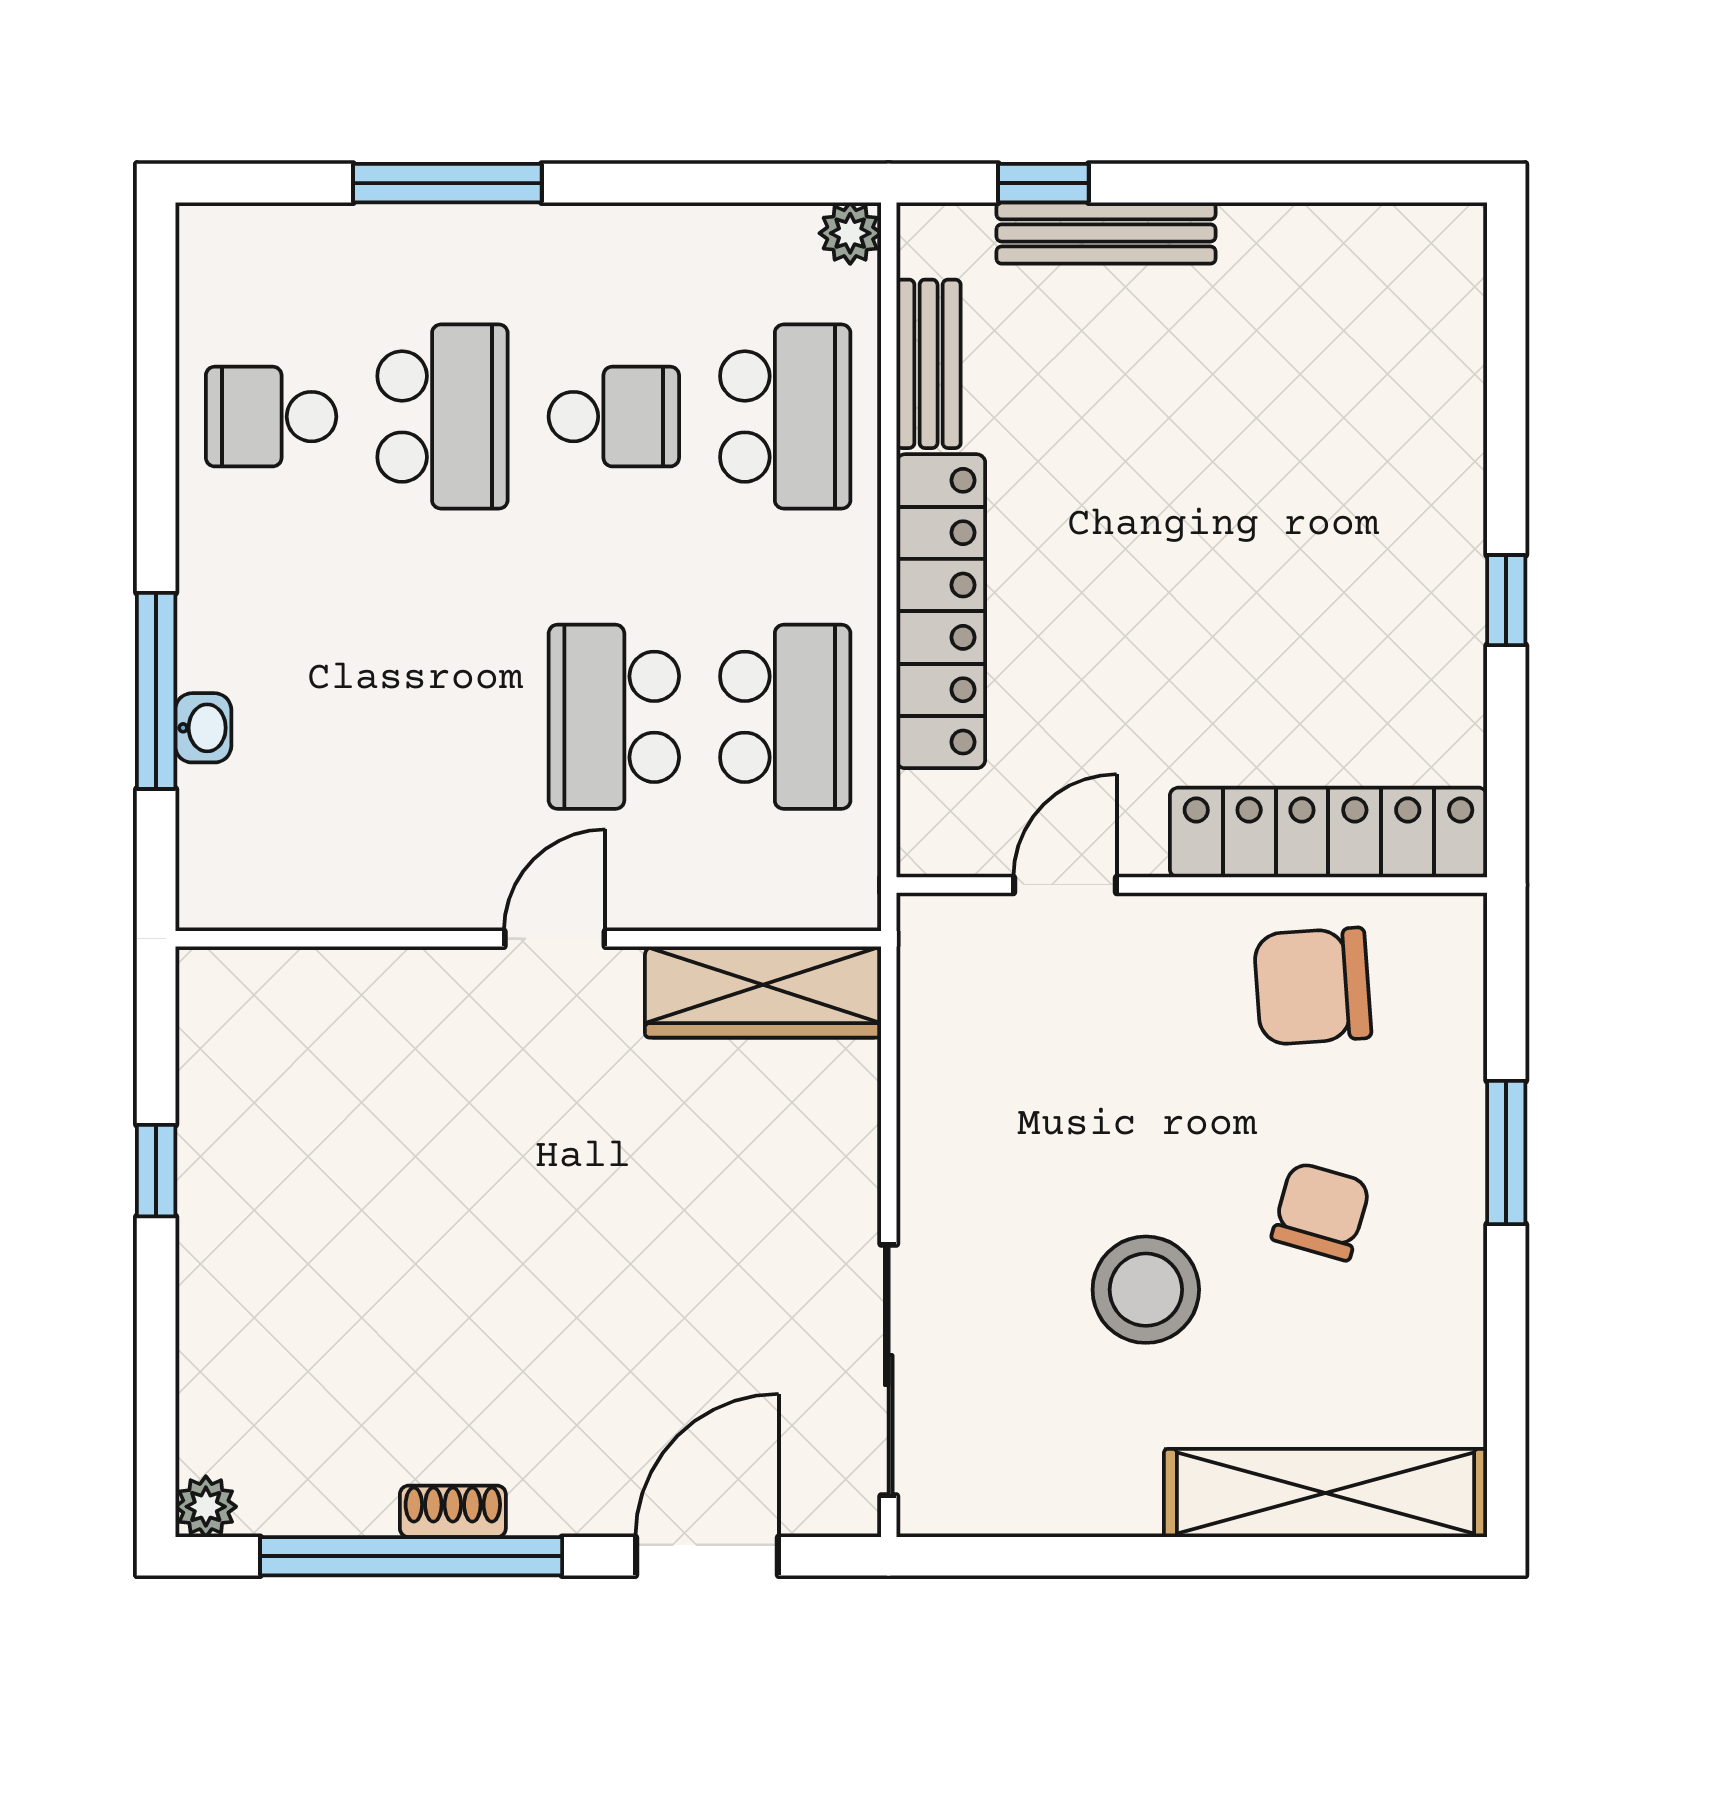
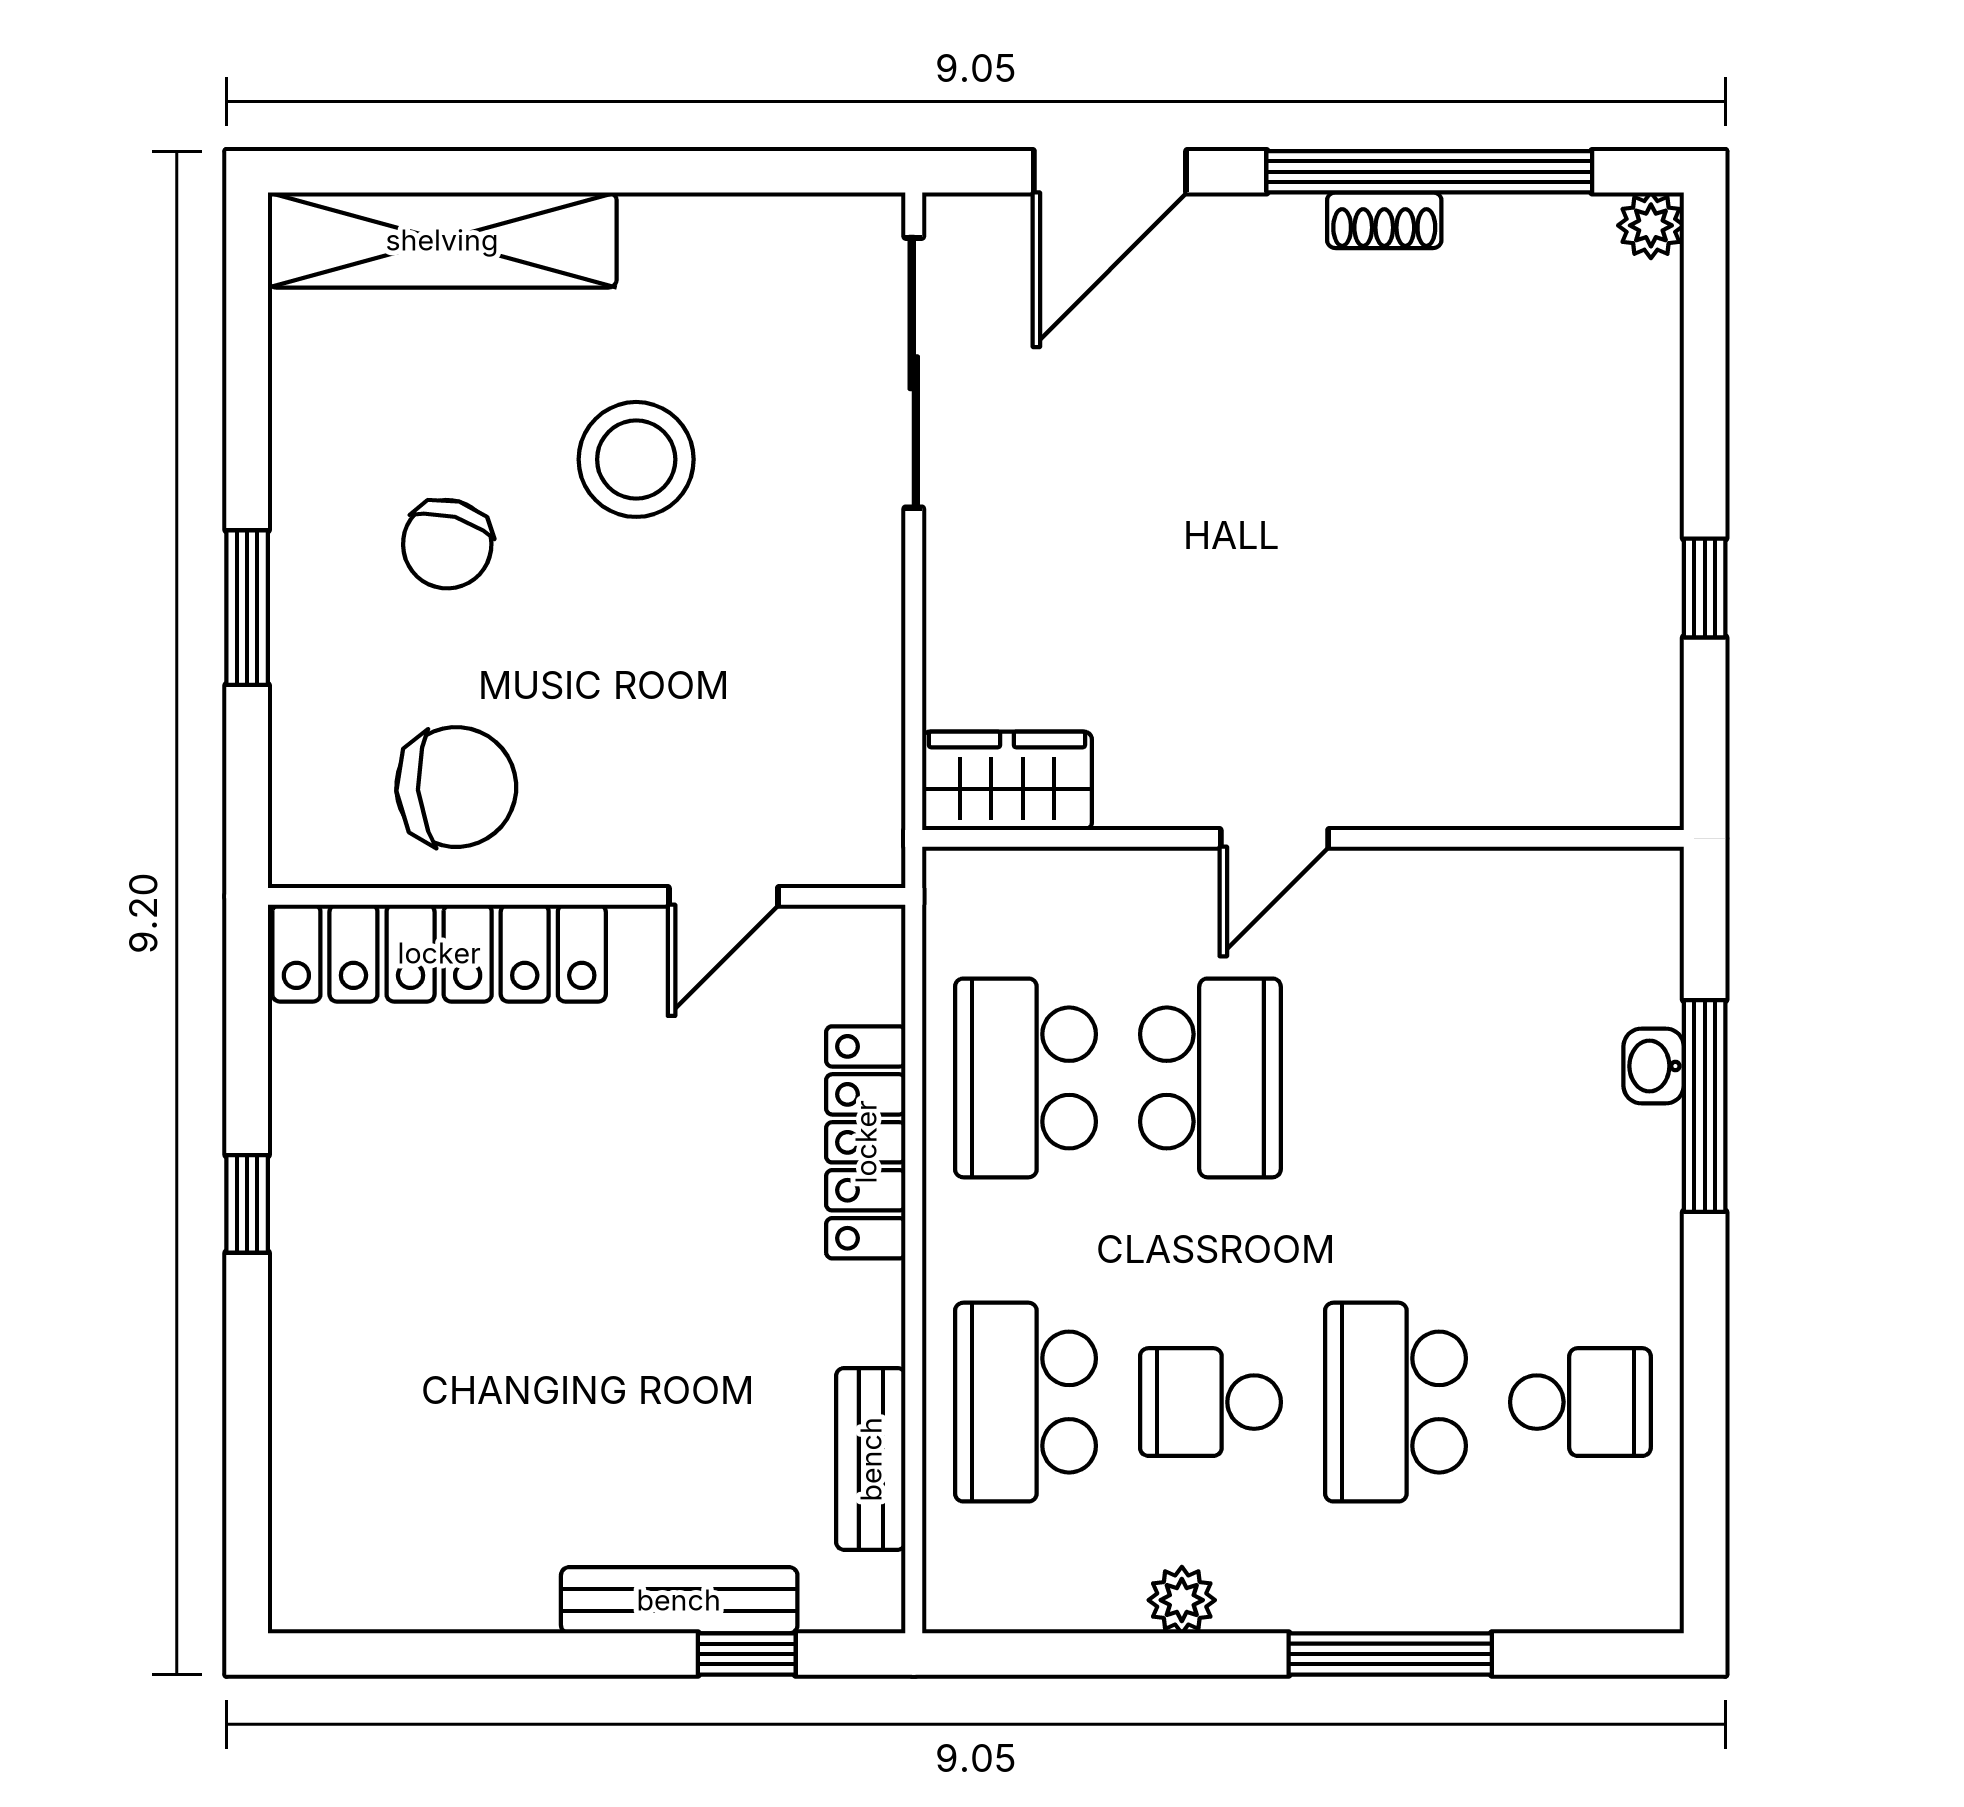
plant: (850, 233) -> (1182, 1600), moved
locker: (941, 611) -> (866, 1142), width x0.71, depth x0.83
wardrobe: (763, 992) -> (1007, 781), width x0.67

